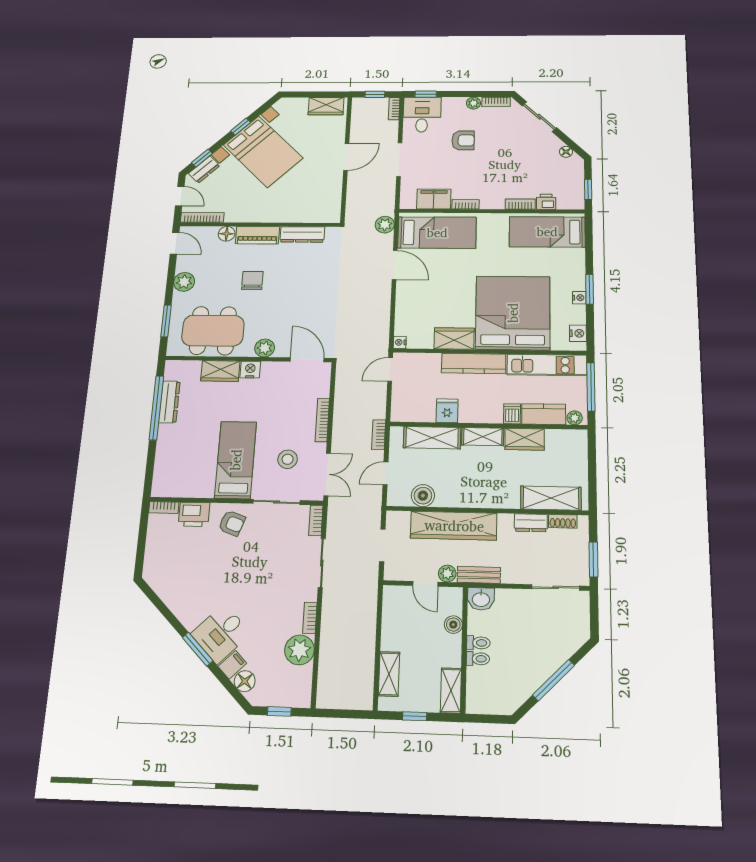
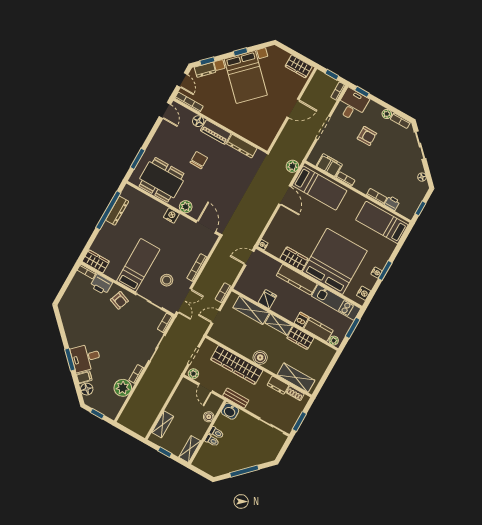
plant: (184, 282) -> (159, 139), removed
wardrobe: (220, 371) -> (96, 261), moved, turned 180
window: (591, 387) -> (353, 328), width x0.69
boiler: (423, 496) -> (260, 358), moved
plant: (447, 574) -> (193, 374), moved

